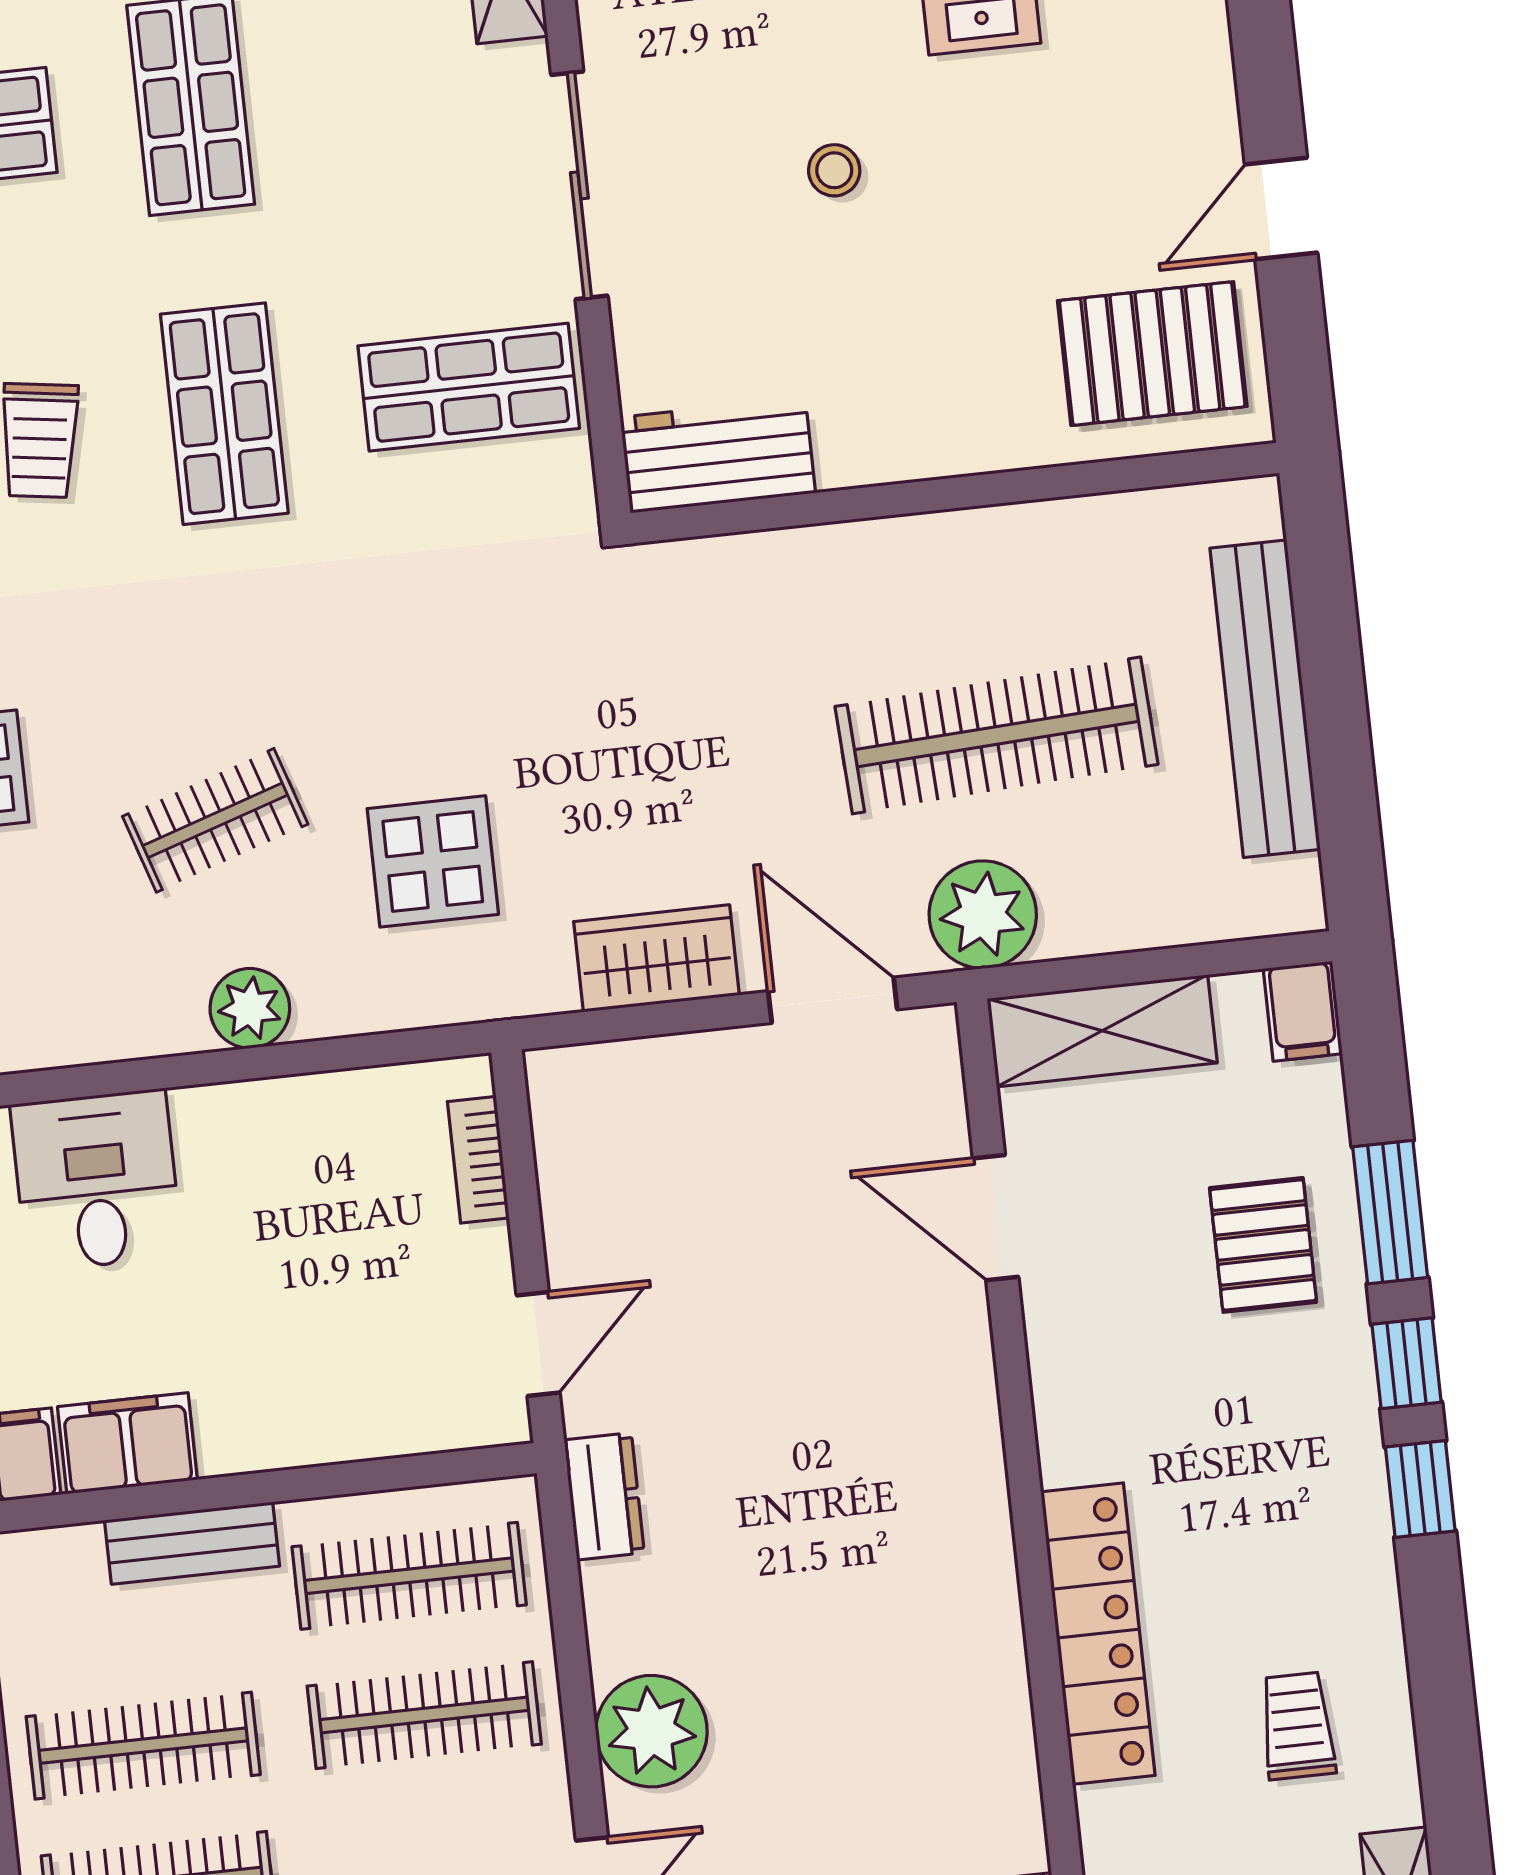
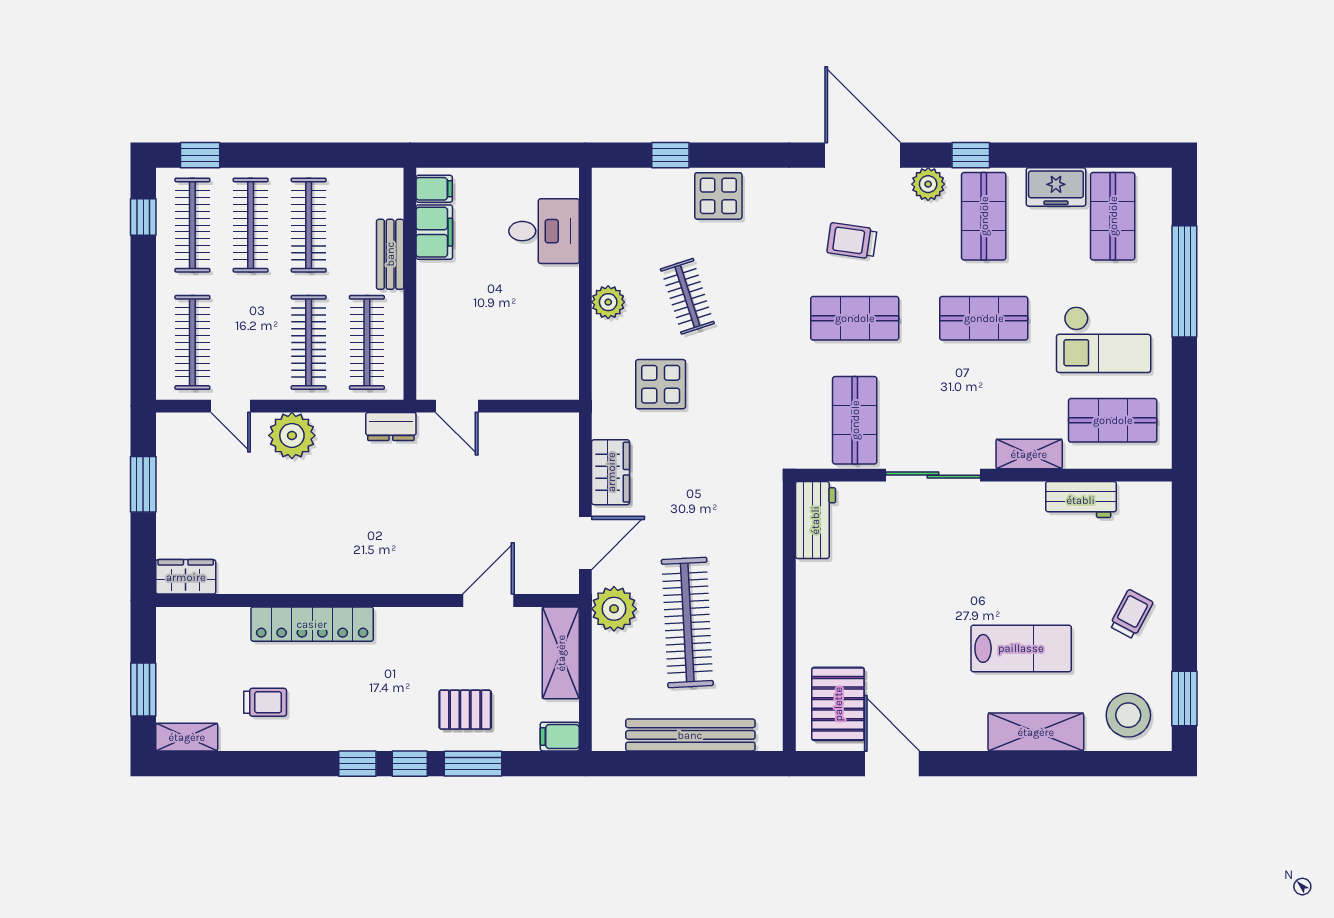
stool: (834, 170) -> (928, 581), removed
door: (1281, 208) -> (892, 764), width x1.38
bookcase: (478, 1160) -> (535, 390), removed

